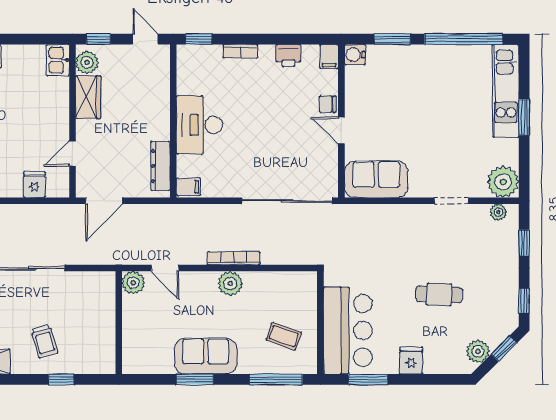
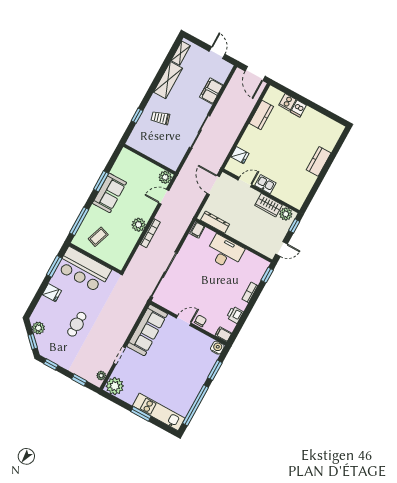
kitchen sink: (58, 60) -> (265, 184), moved
door: (72, 154) -> (245, 182), hinge flipped
sofa: (376, 179) -> (147, 330), width x1.36

